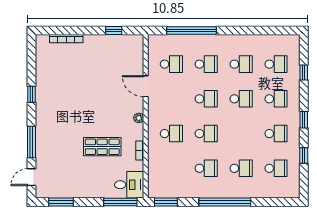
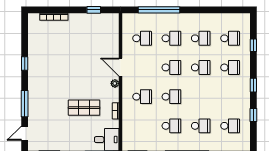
door: (146, 86) -> (120, 67), moved
school desk: (276, 134) -> (230, 97), removed

